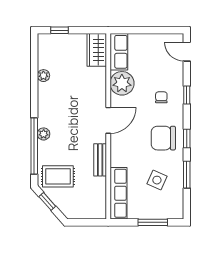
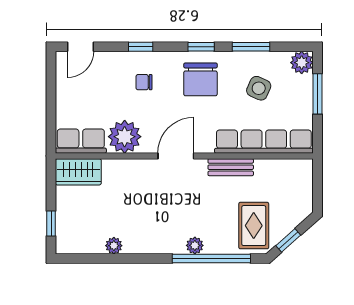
door: (108, 120) -> (176, 156), hinge flipped
row of seats: (118, 193) -> (264, 142), width x1.36
plant: (175, 211) -> (302, 63), added

